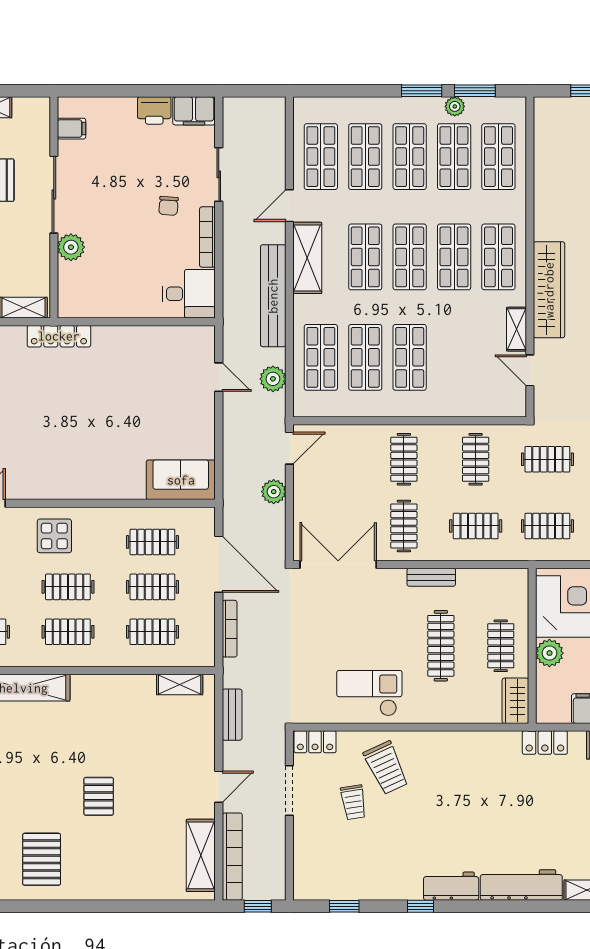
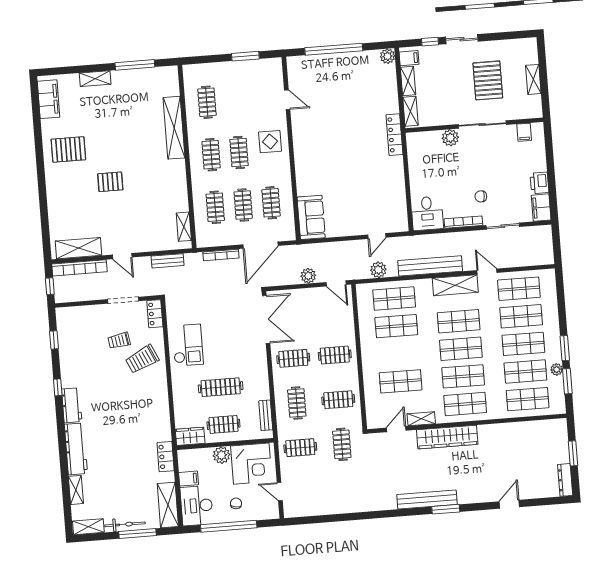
shop shelf: (410, 357) -> (401, 381), moved
clothes rail: (547, 526) -> (300, 448), turned 90
bench: (431, 577) -> (266, 415), moved

